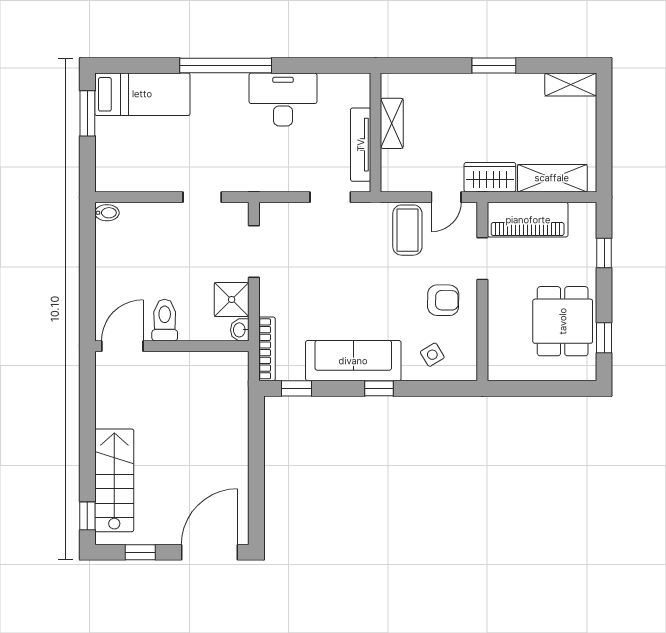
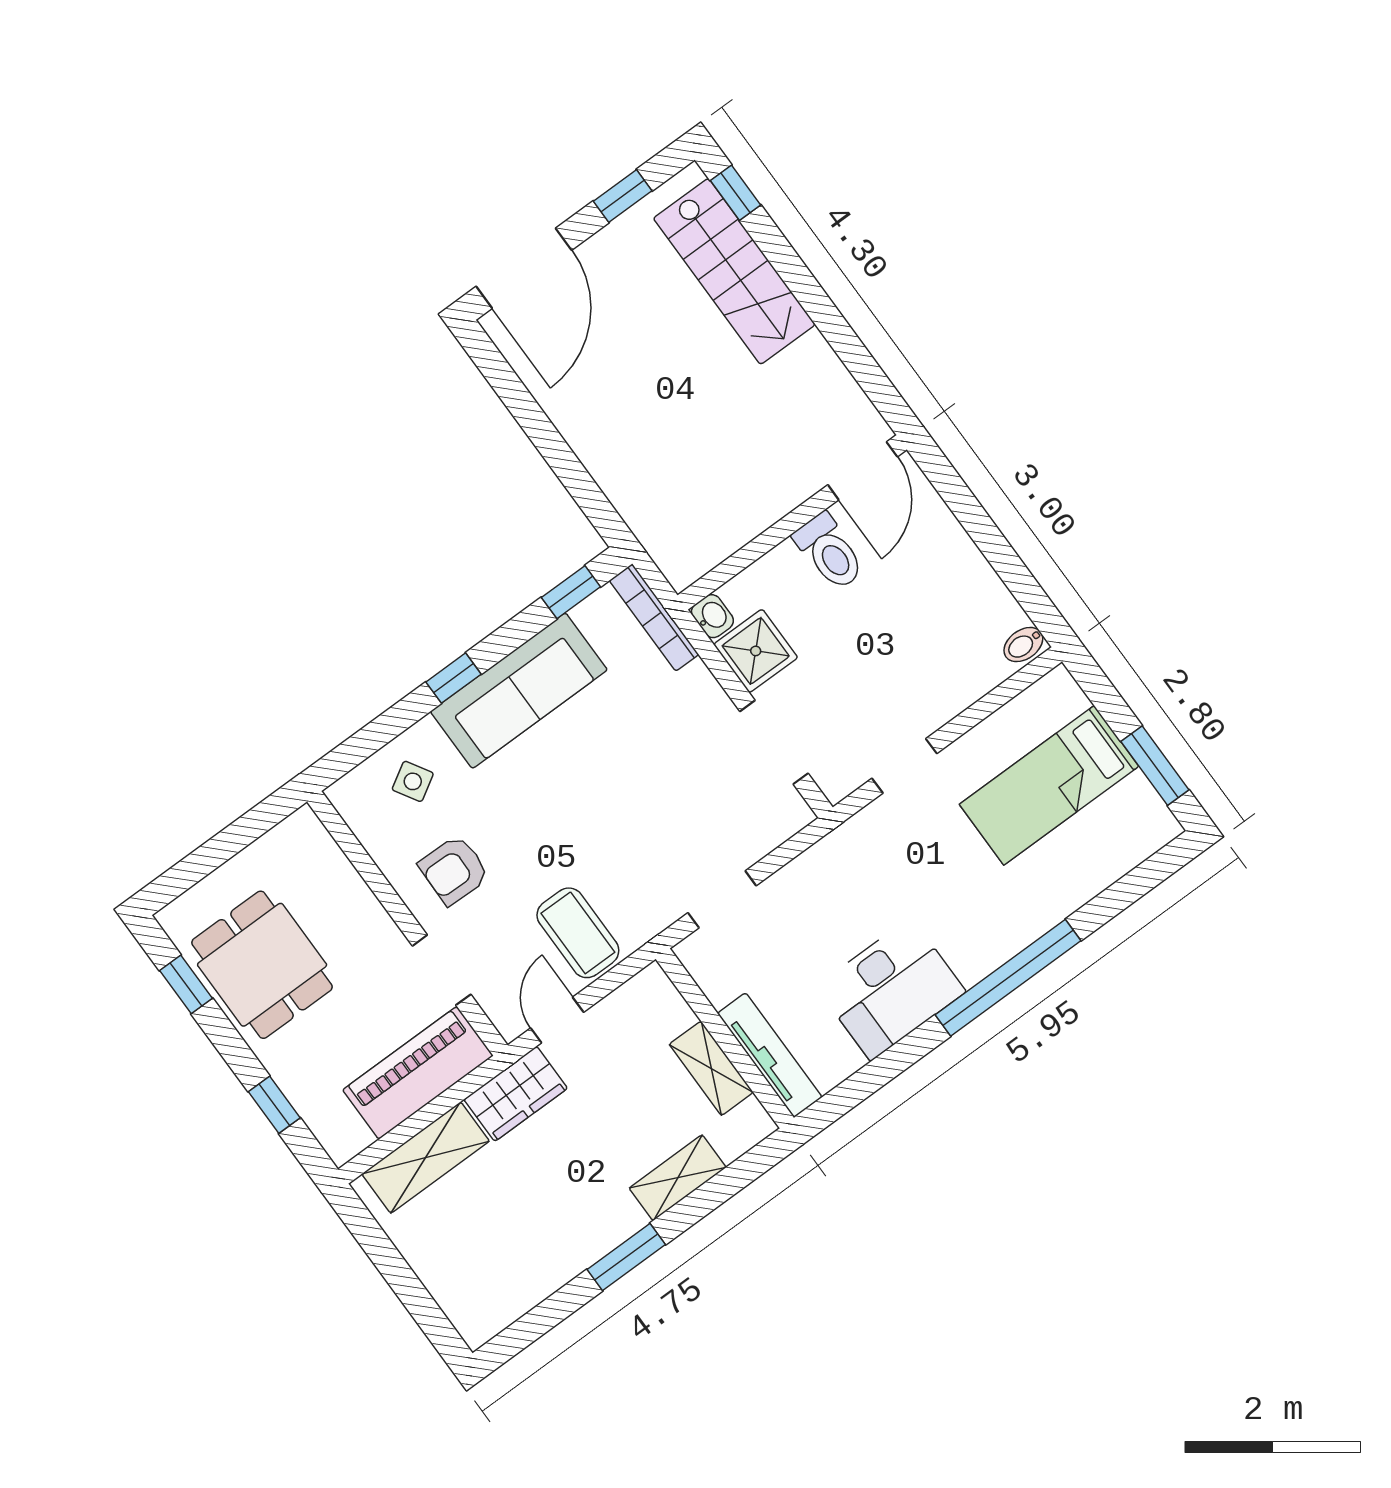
shelving: (571, 85) -> (678, 1178), moved
bed: (142, 94) -> (1049, 785), moved
tv unit: (361, 145) -> (770, 1055), moved

